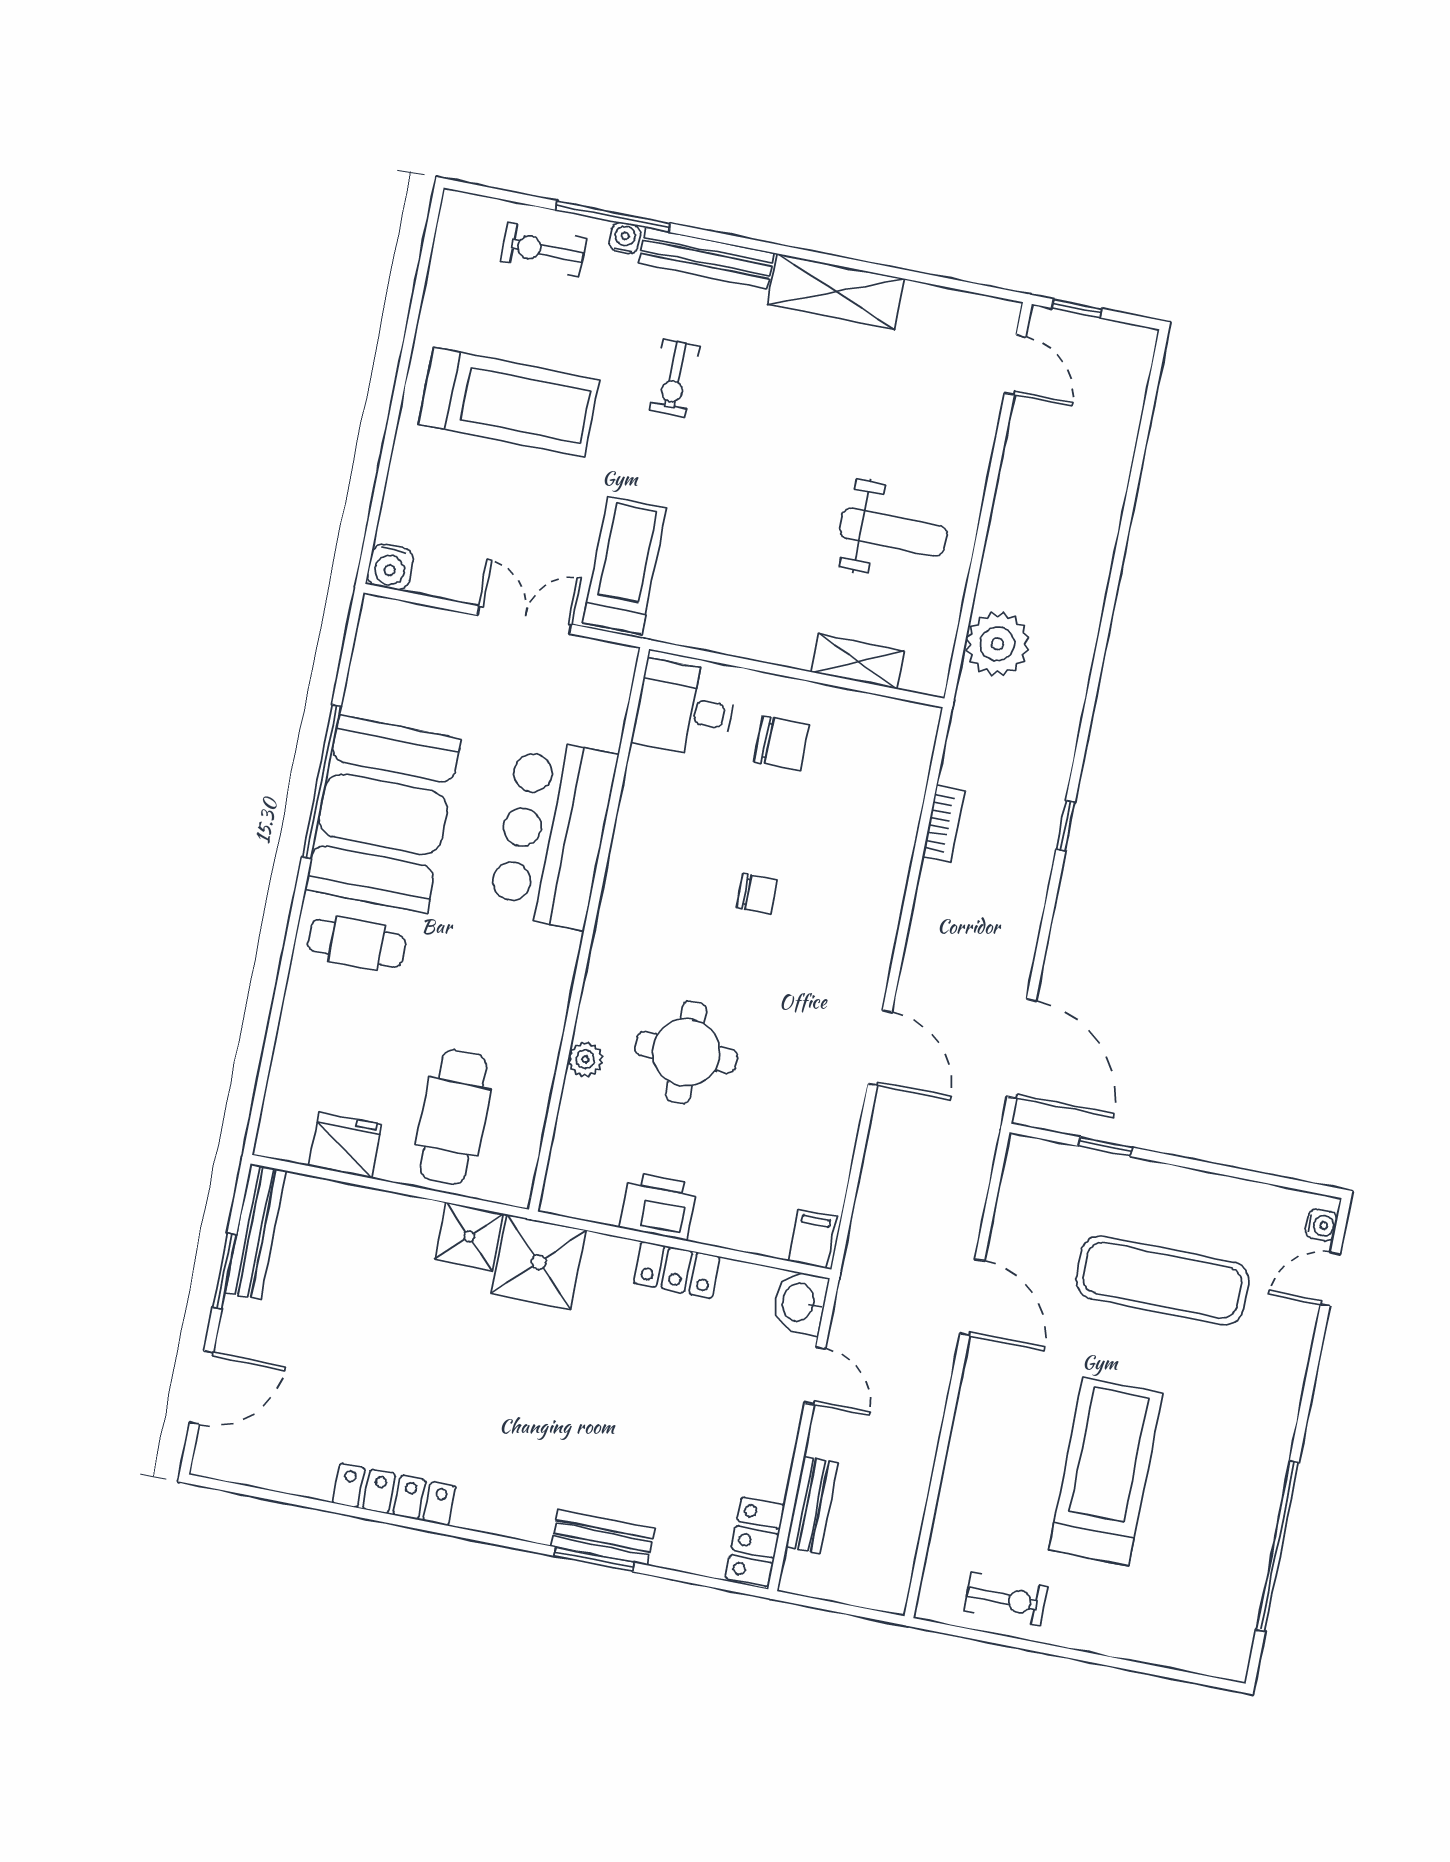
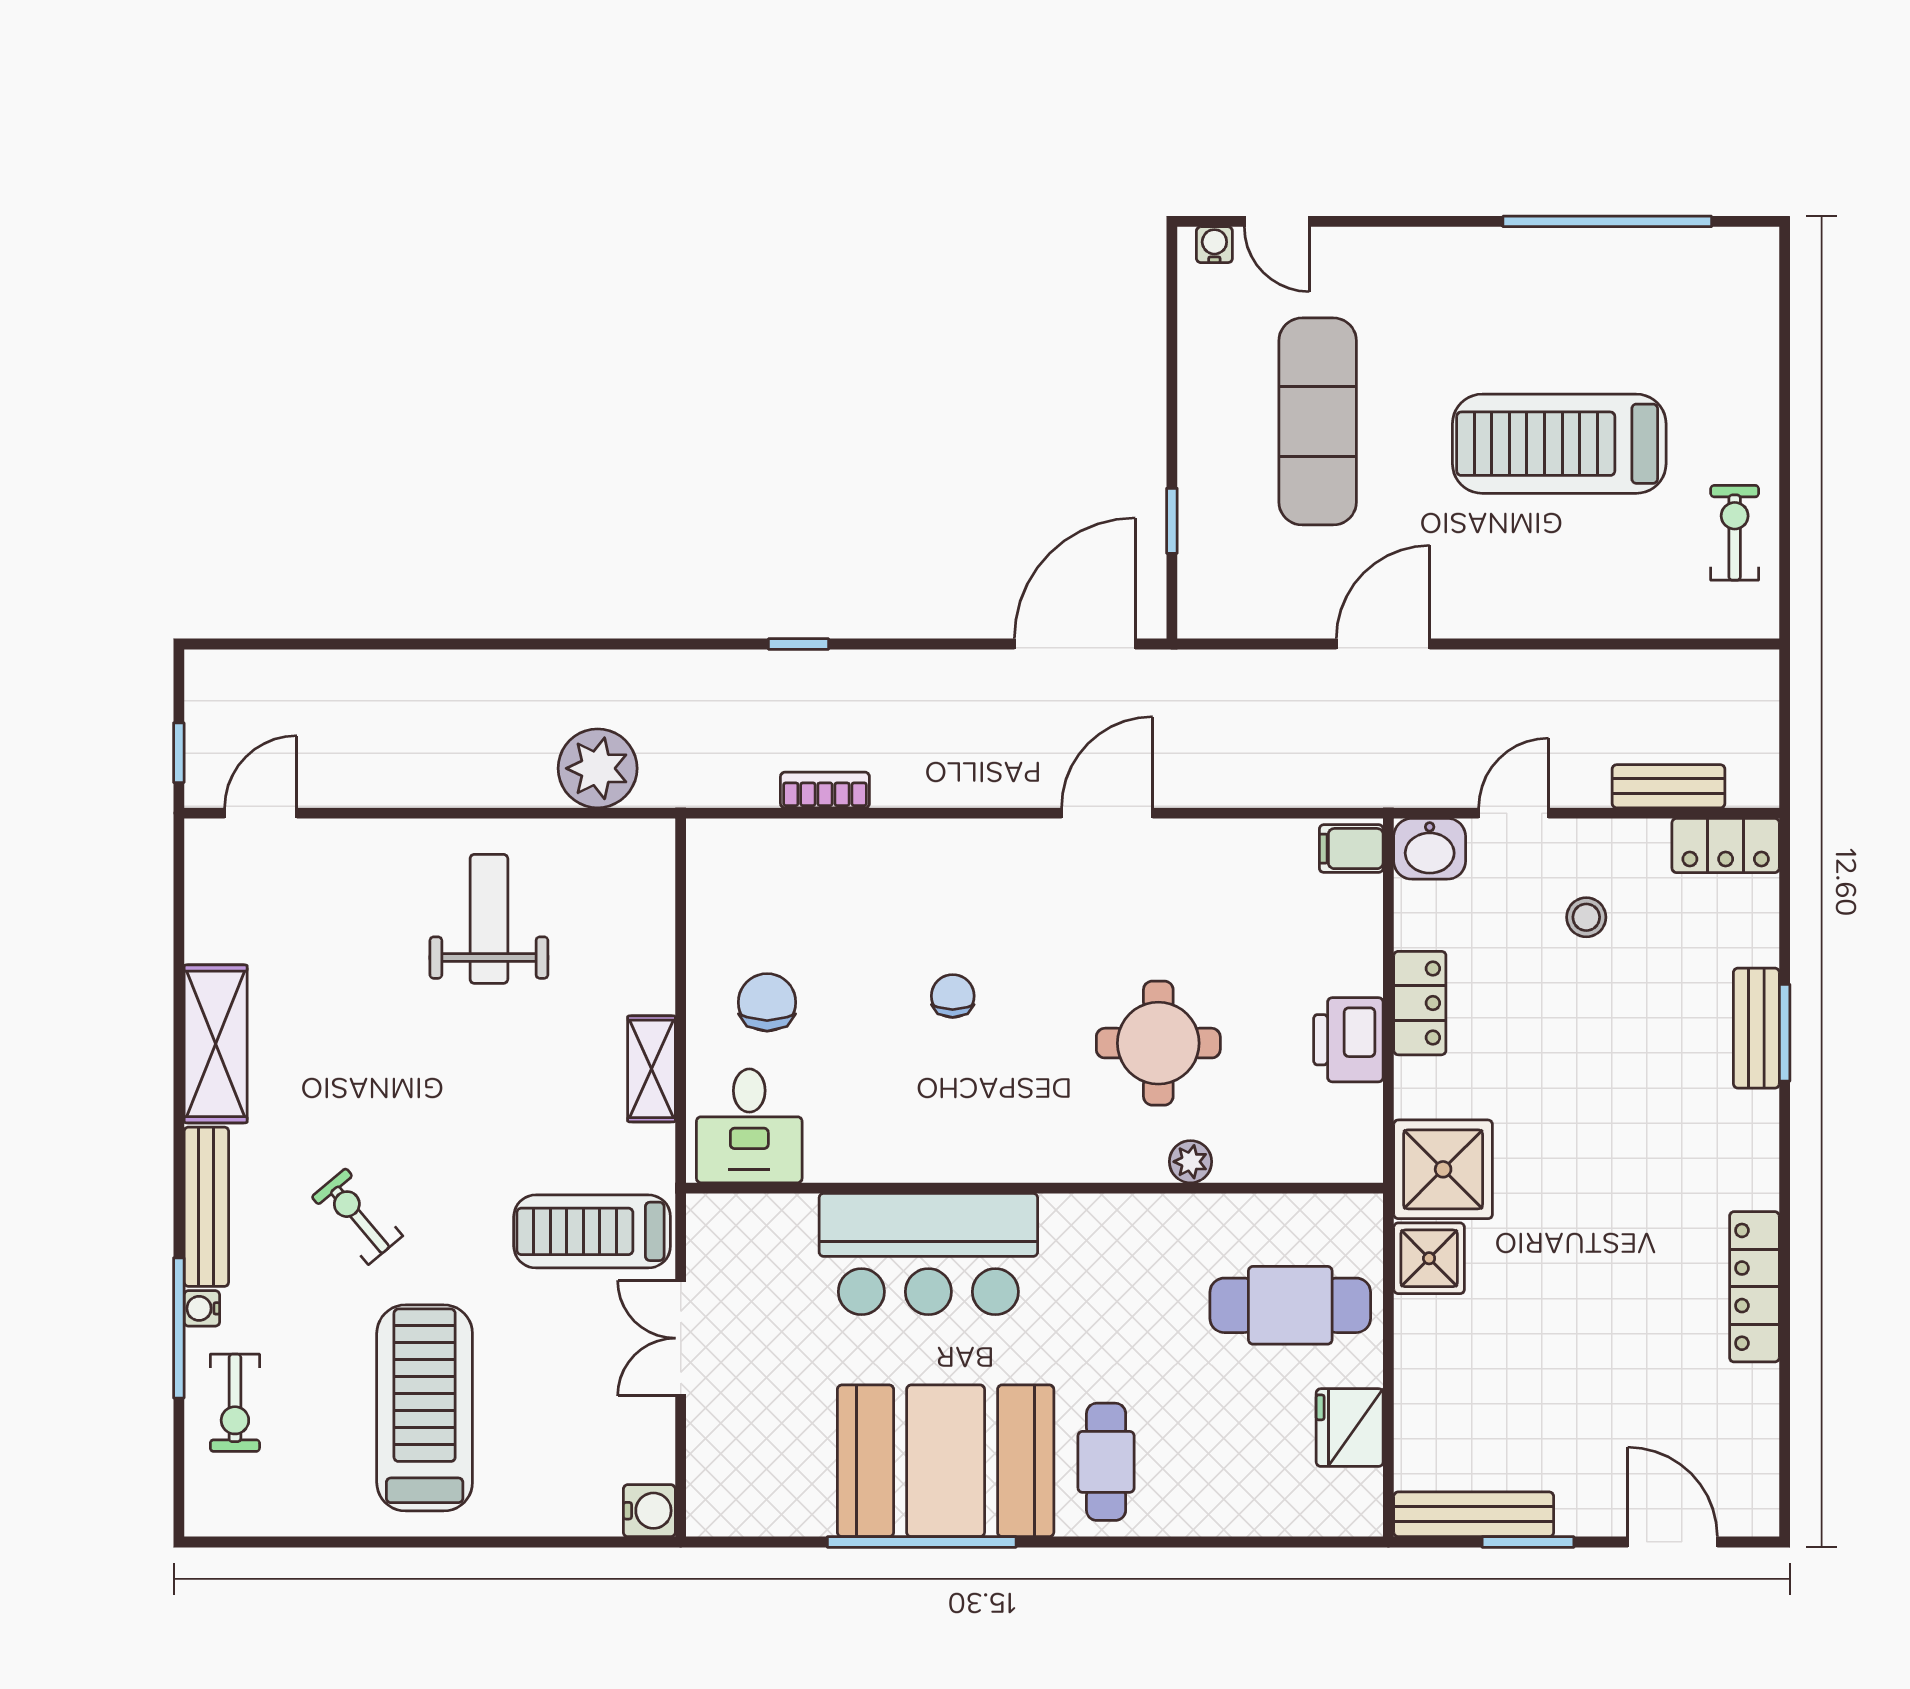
exercise bike: (674, 378) -> (357, 1216), turned -130
shelving: (858, 661) -> (652, 1069), moved
stool: (719, 1418) -> (1586, 917), added

